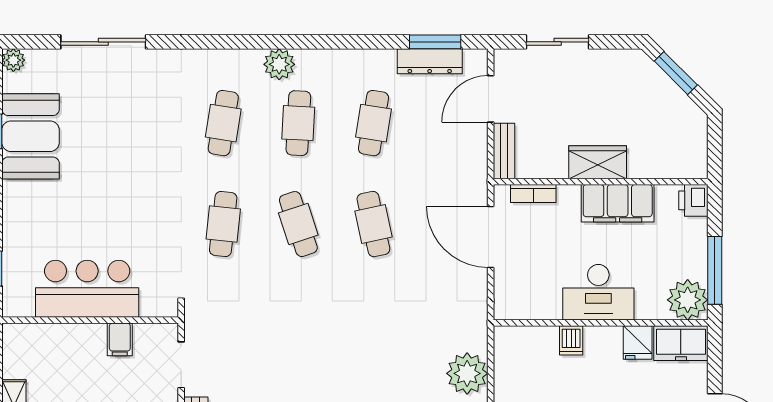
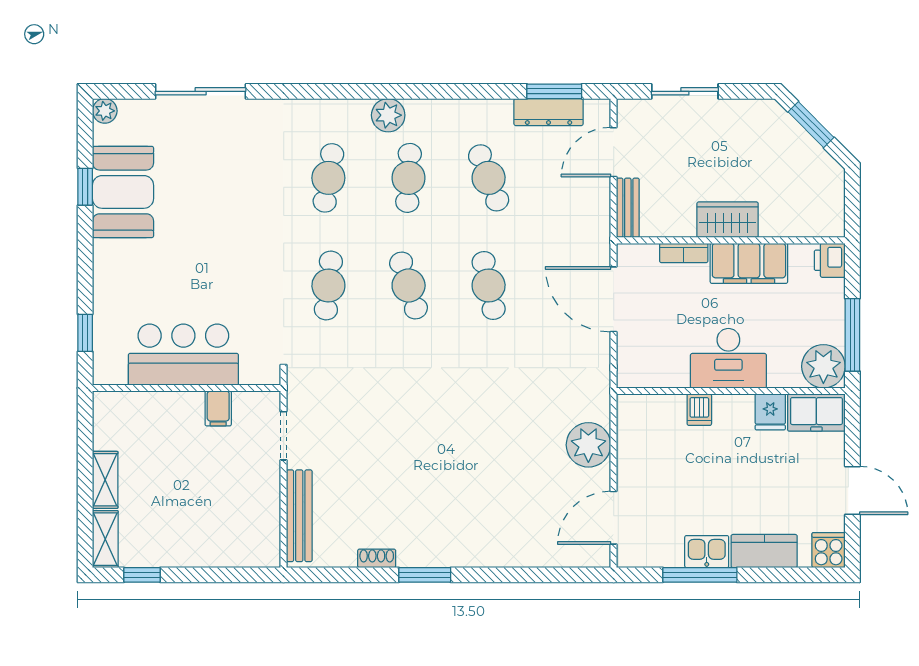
cafe table: (373, 123) -> (489, 178), turned -30
bookcase: (533, 193) -> (684, 253), moved

